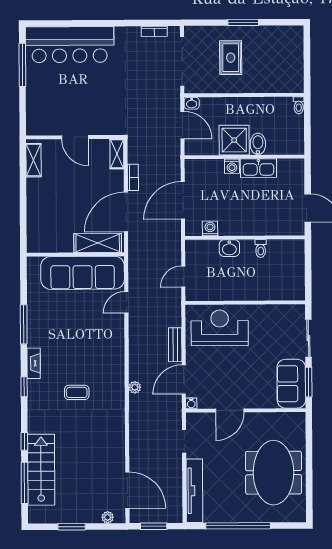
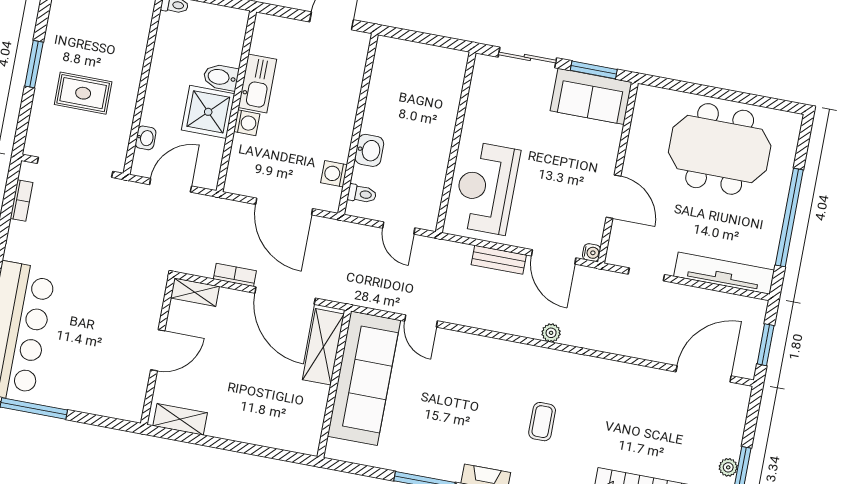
washbasin: (192, 103) -> (146, 138), moved
toilet: (261, 249) -> (362, 194), moved
plant: (108, 517) -> (728, 467), moved

